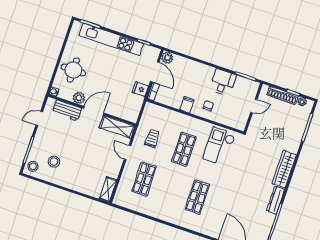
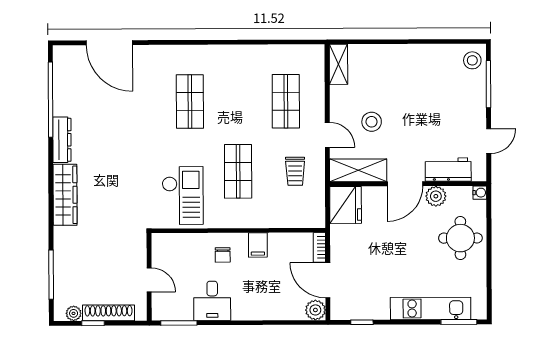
kitchen unit: (111, 39) -> (431, 308), width x0.73
fridge: (140, 89) -> (346, 205), moved, width x1.88, depth x1.34
door: (254, 106) -> (149, 280), swing flipped
stool: (54, 162) -> (372, 122), moved

